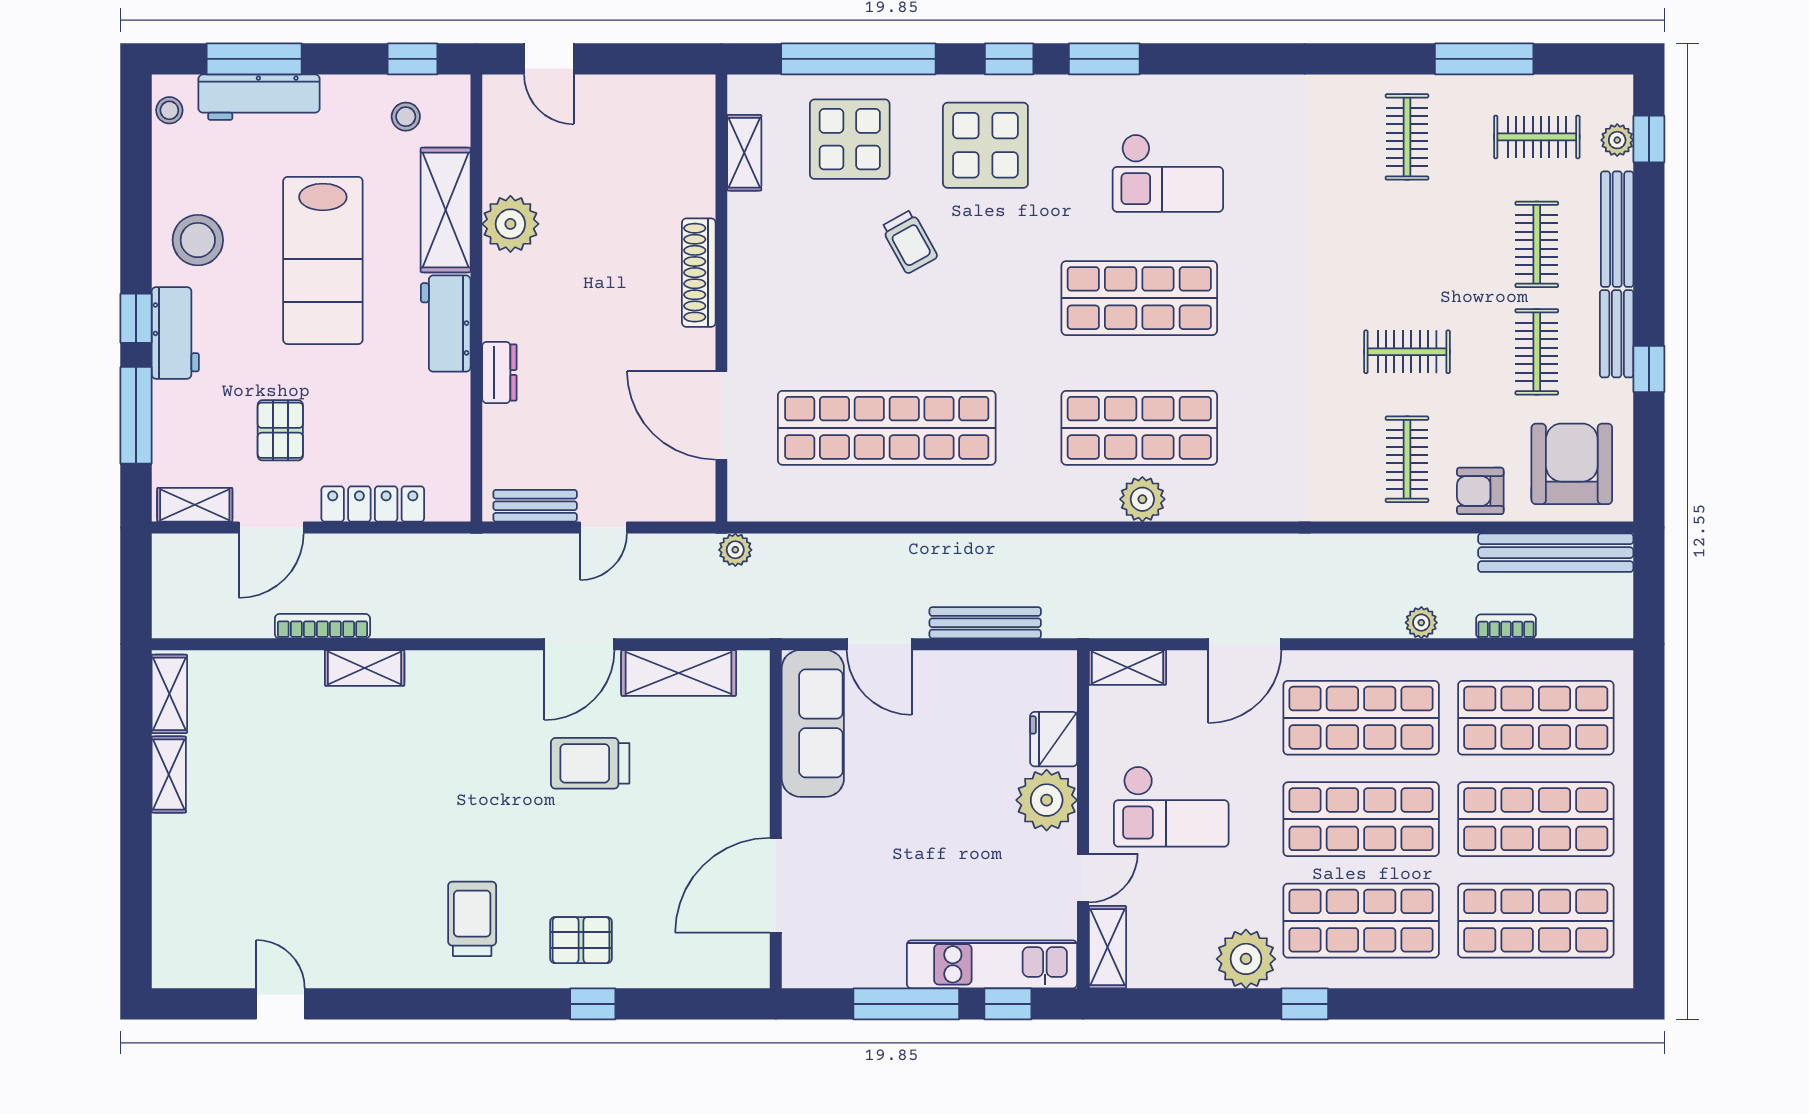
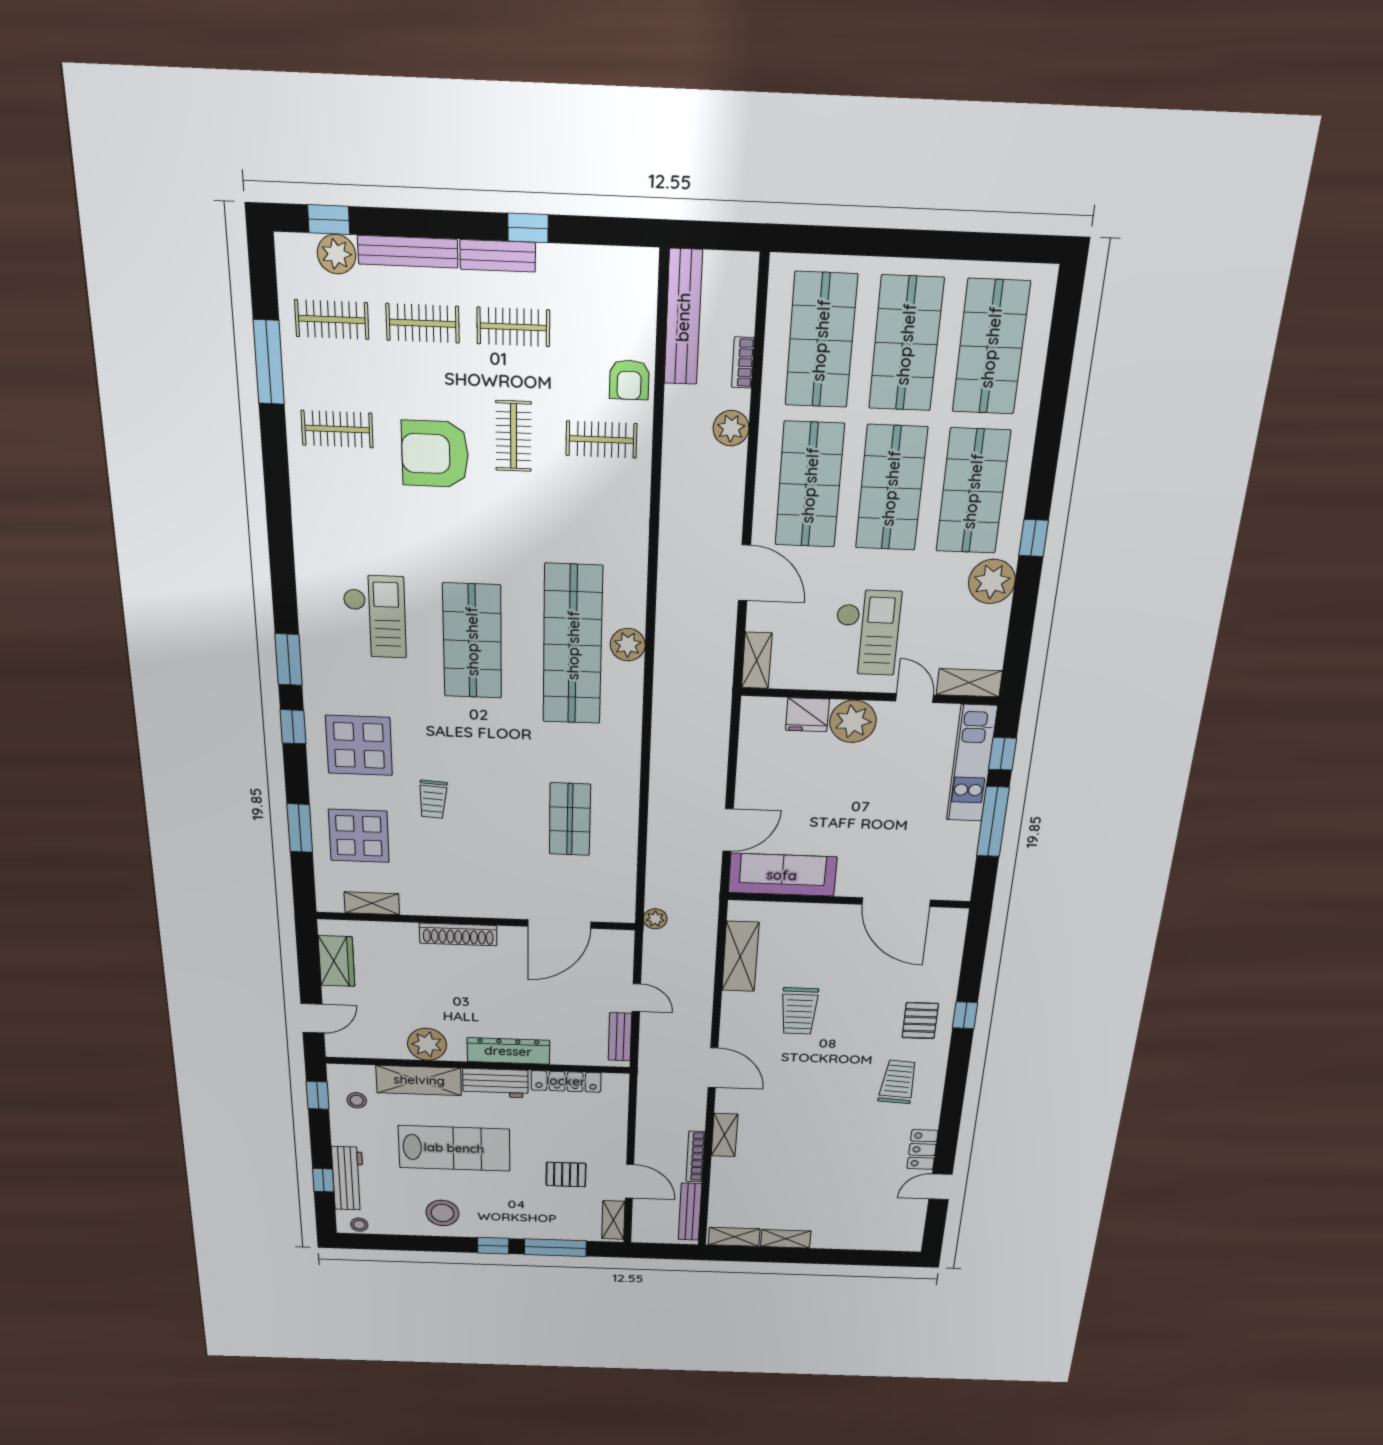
window: (254, 59) -> (323, 1180), width x0.46
window: (858, 59) -> (300, 828), width x0.47
wardrobe: (648, 99) -> (336, 961), added
clothes rail: (1537, 137) -> (332, 320), turned 90
plant: (1617, 140) -> (336, 254), width x1.38, depth x1.38
trolley: (909, 242) -> (433, 799), turned 123
workbench: (175, 333) -> (503, 1226), removed
dresser: (499, 372) -> (508, 1051), width x1.96, depth x1.24
shop shelf: (887, 428) -> (570, 819), width x0.50, depth x0.74
shop shelf: (1139, 428) -> (573, 645), width x1.40
armchair: (1572, 464) -> (435, 454), moved
locker: (373, 504) -> (566, 1081), moved, turned -90
bench: (985, 623) -> (690, 1212), moved
plant: (1421, 623) -> (731, 428), width x1.38, depth x1.38
door: (579, 644) -> (713, 1068), moved
trolley: (472, 919) -> (898, 1082), turned 94
locker: (350, 969) -> (922, 1150), added

